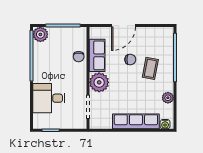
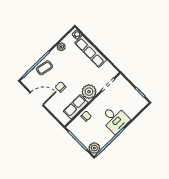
door: (123, 26) -> (37, 99), moved
coffee table: (150, 68) -> (44, 68), moved
desk: (49, 98) -> (115, 119), moved

